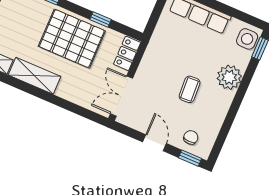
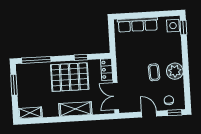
shelving: (35, 76) -> (75, 109), moved
plant: (229, 77) -> (175, 71), moved

